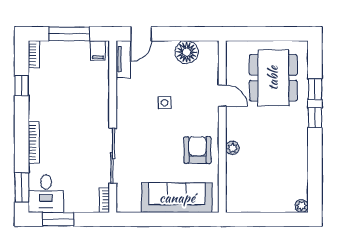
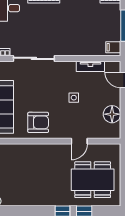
tv unit: (123, 59) -> (90, 66), moved
plant: (232, 148) -> (40, 149), removed

